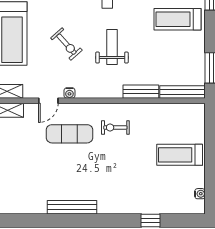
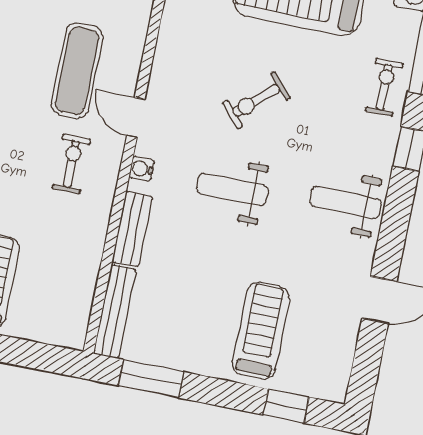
weight bench: (112, 47) -> (232, 190), turned 180
water cooler: (69, 93) -> (142, 169), moved
door: (48, 101) -> (136, 118), moved

